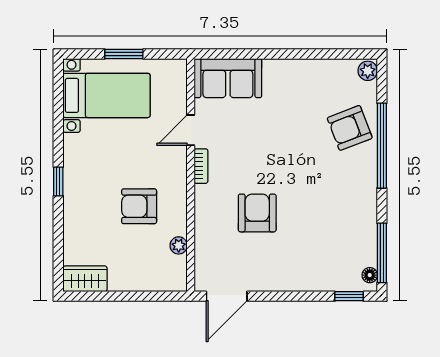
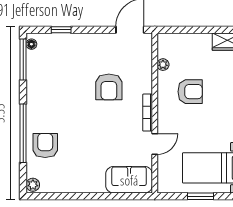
armchair: (350, 128) -> (45, 145), turned -69
bookcase: (201, 166) -> (148, 113), width x1.56
window: (349, 296) -> (61, 30), moved

